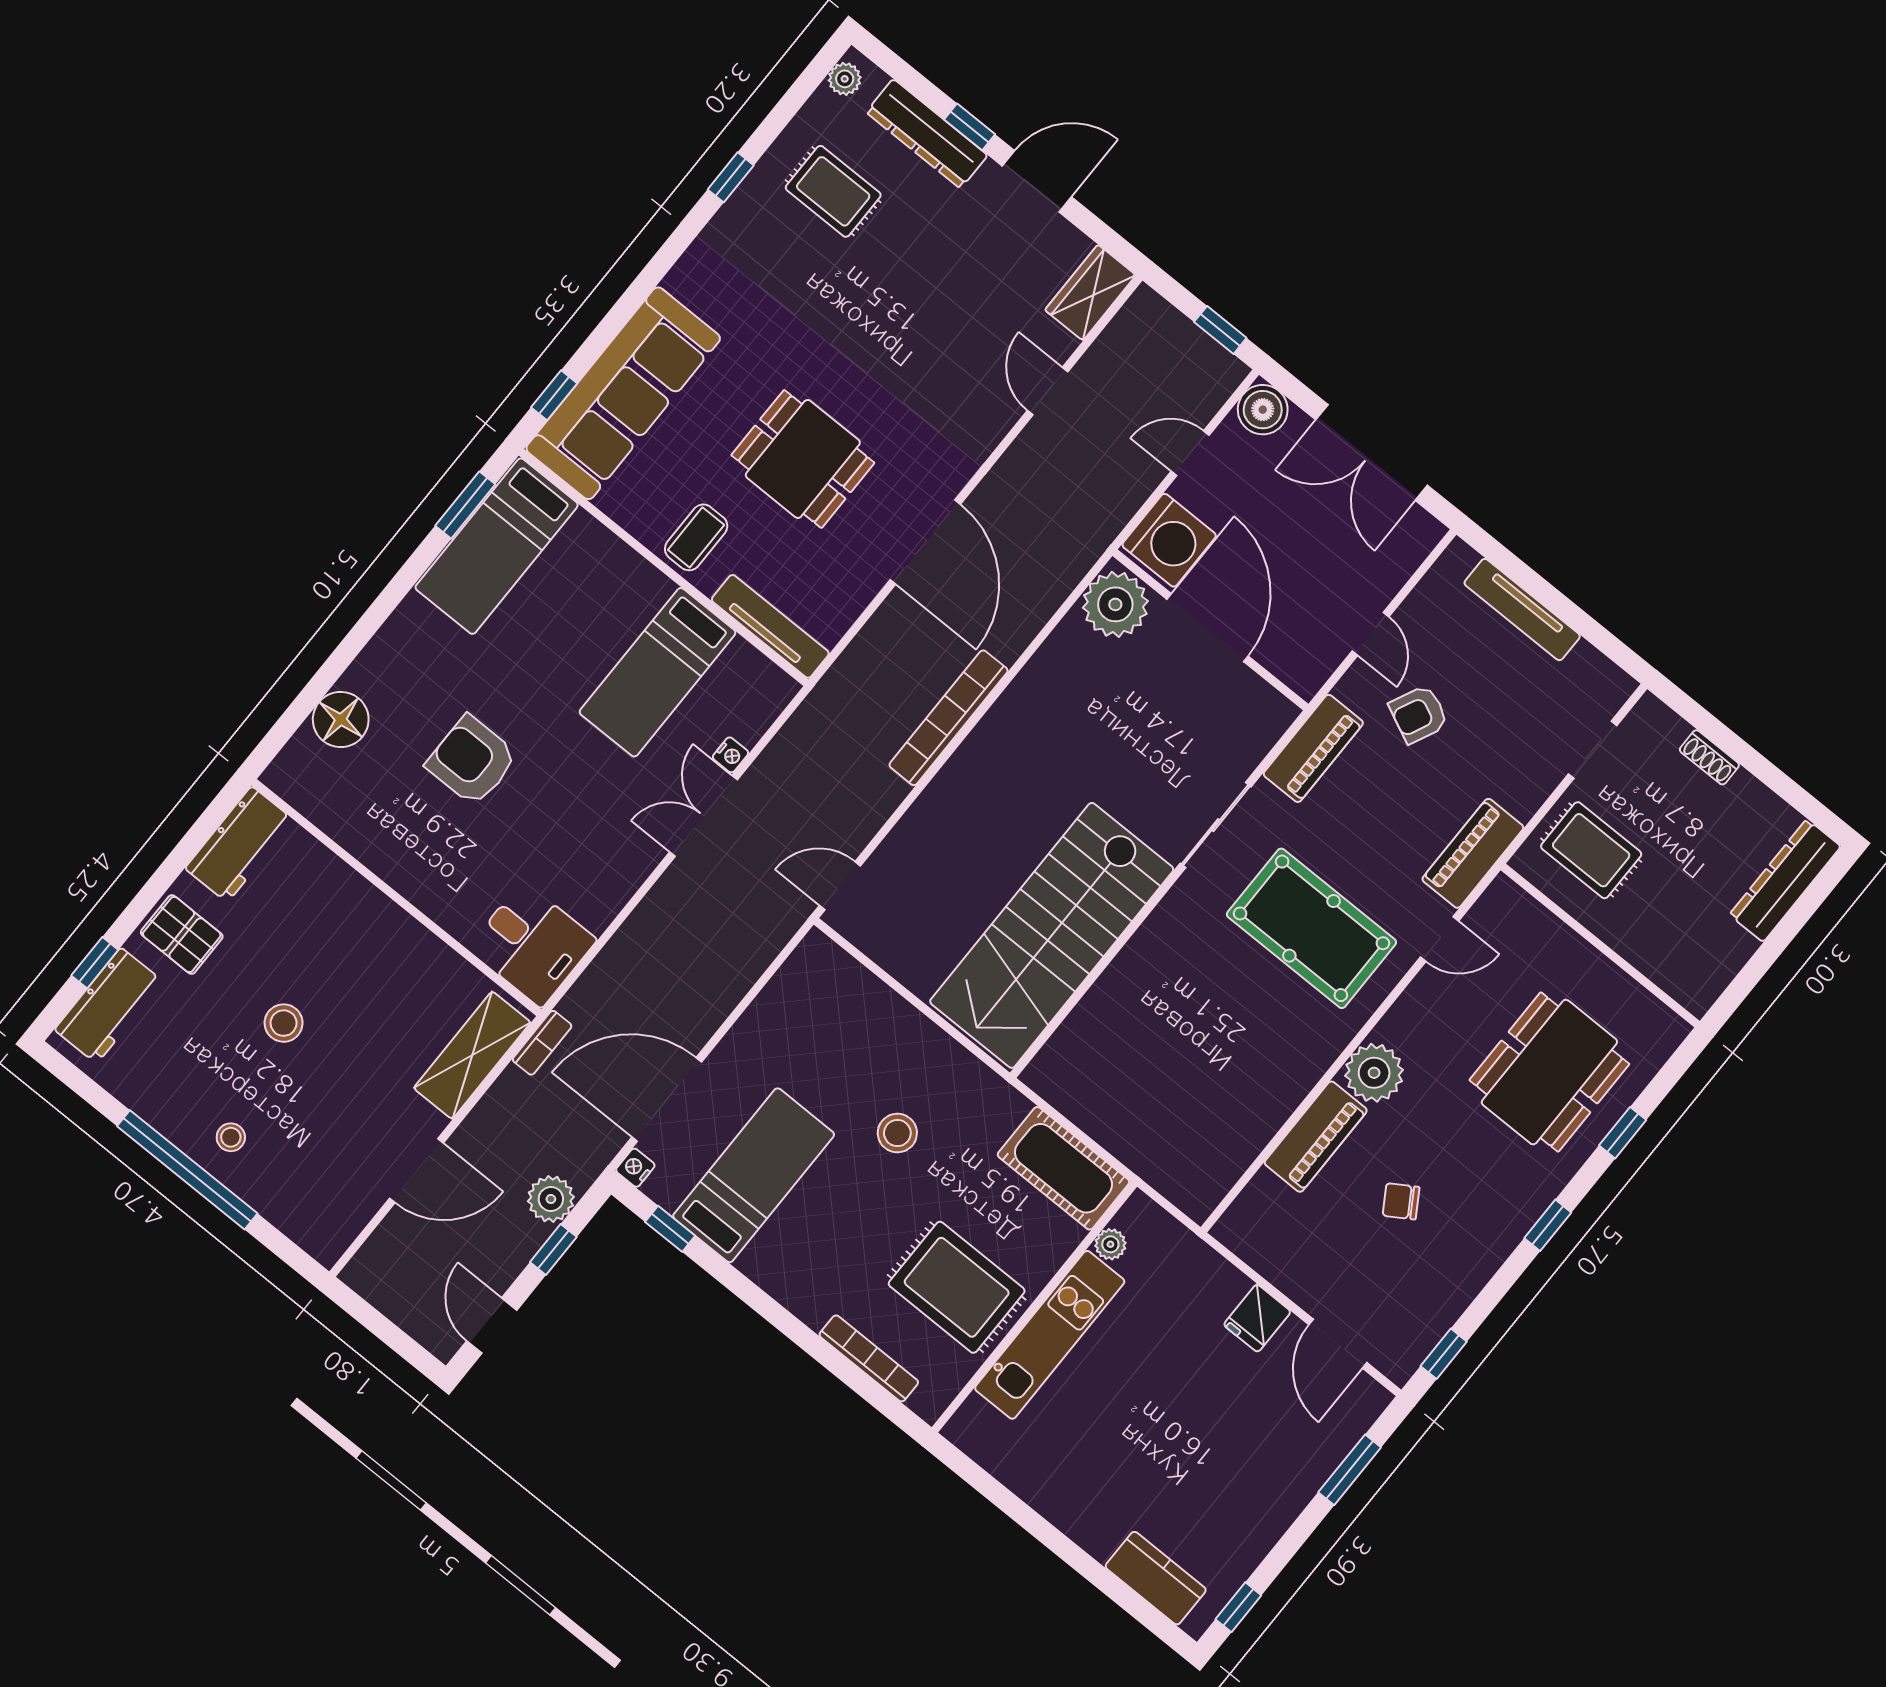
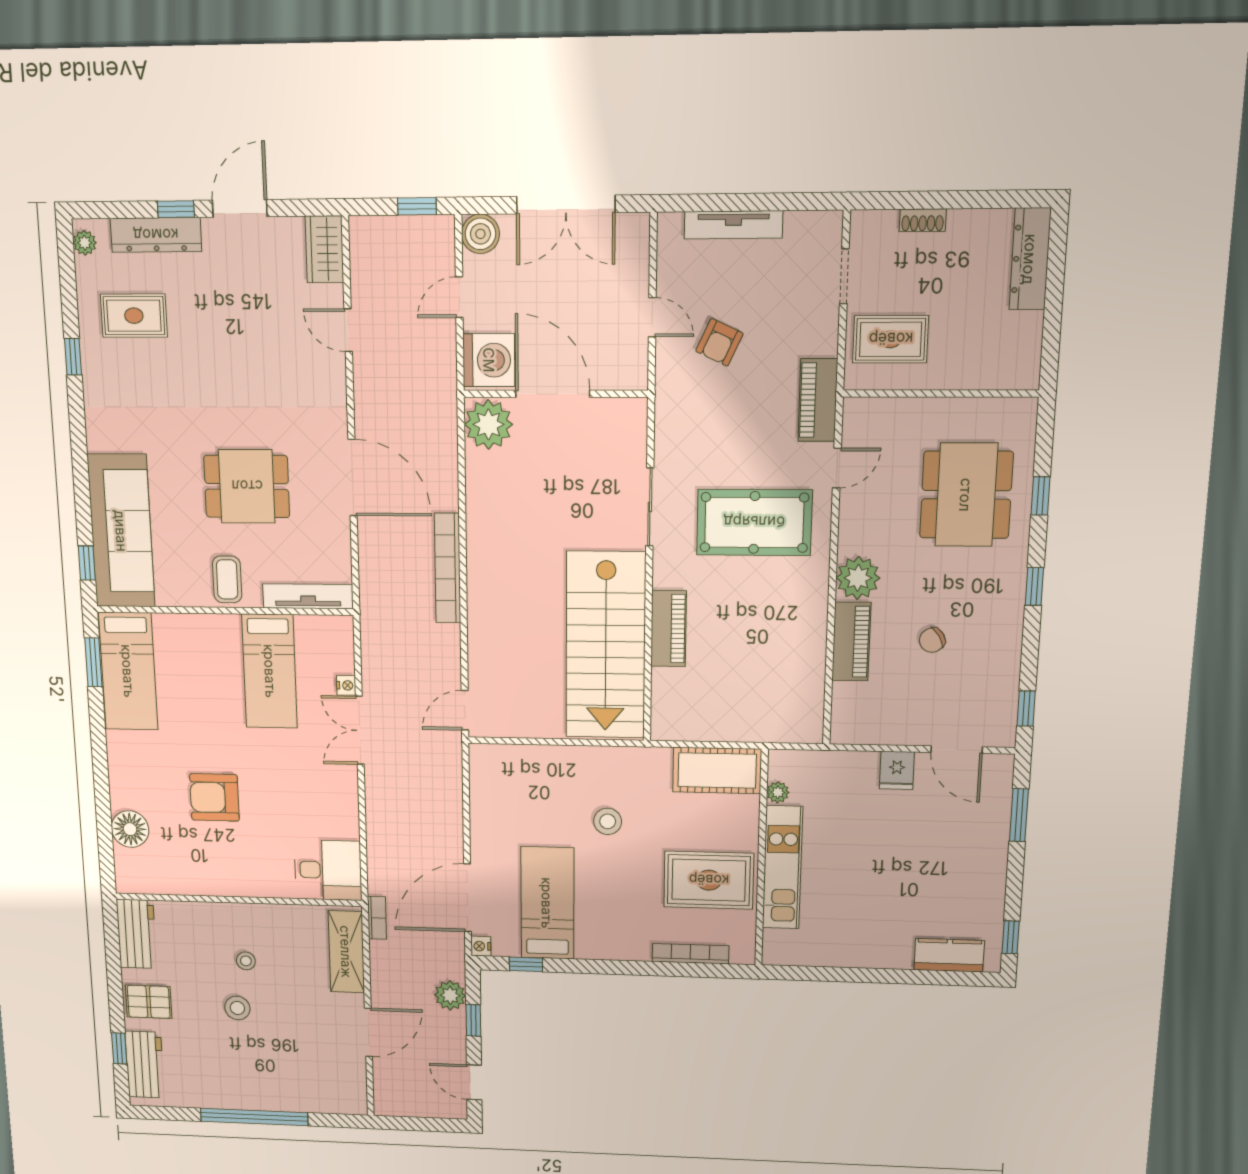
piano: (1313, 748) -> (669, 629), moved
stool: (231, 1137) -> (246, 961), moved

